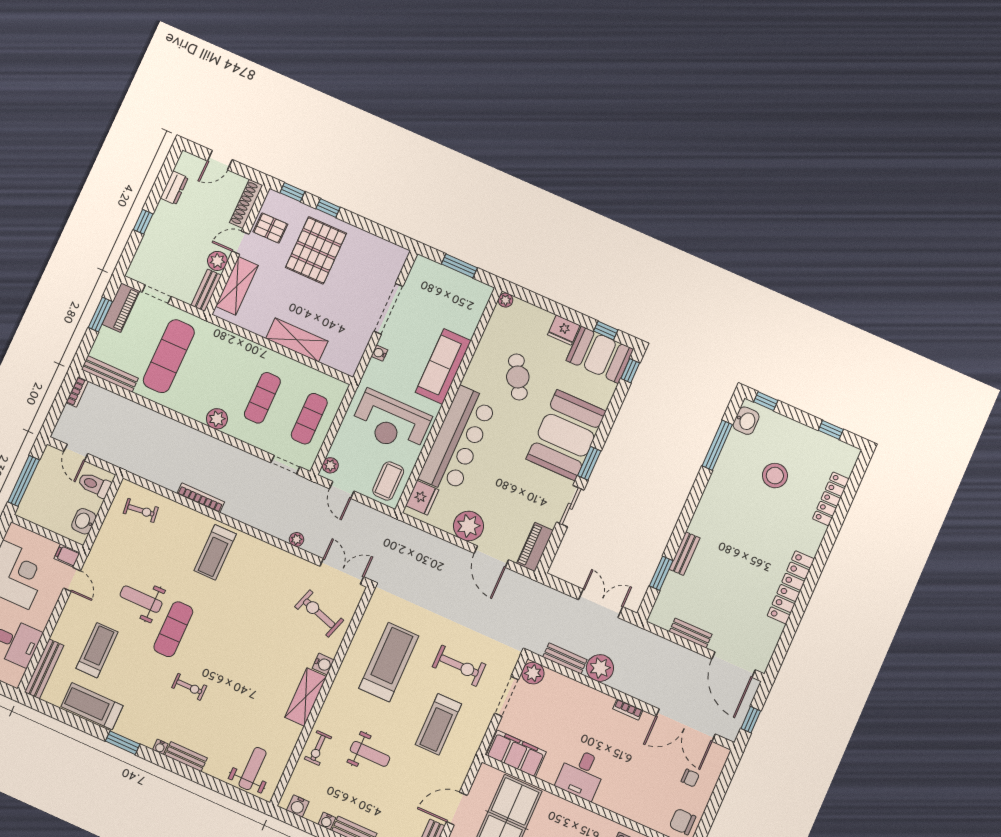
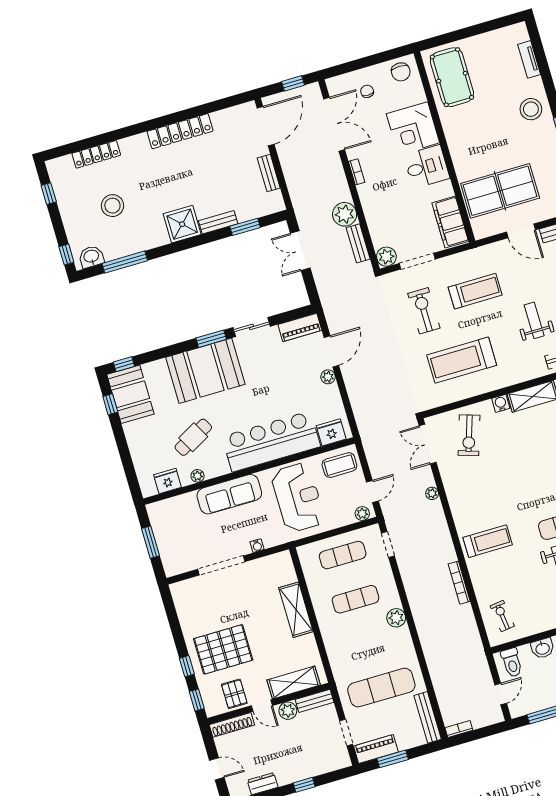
plant: (505, 300) -> (197, 476), moved
fridge: (564, 330) -> (167, 481), moved, turned -90
shower: (709, 521) -> (182, 224), added
plant: (468, 526) -> (328, 377), width x0.53, depth x0.53
corner desk: (625, 791) -> (413, 128), added

